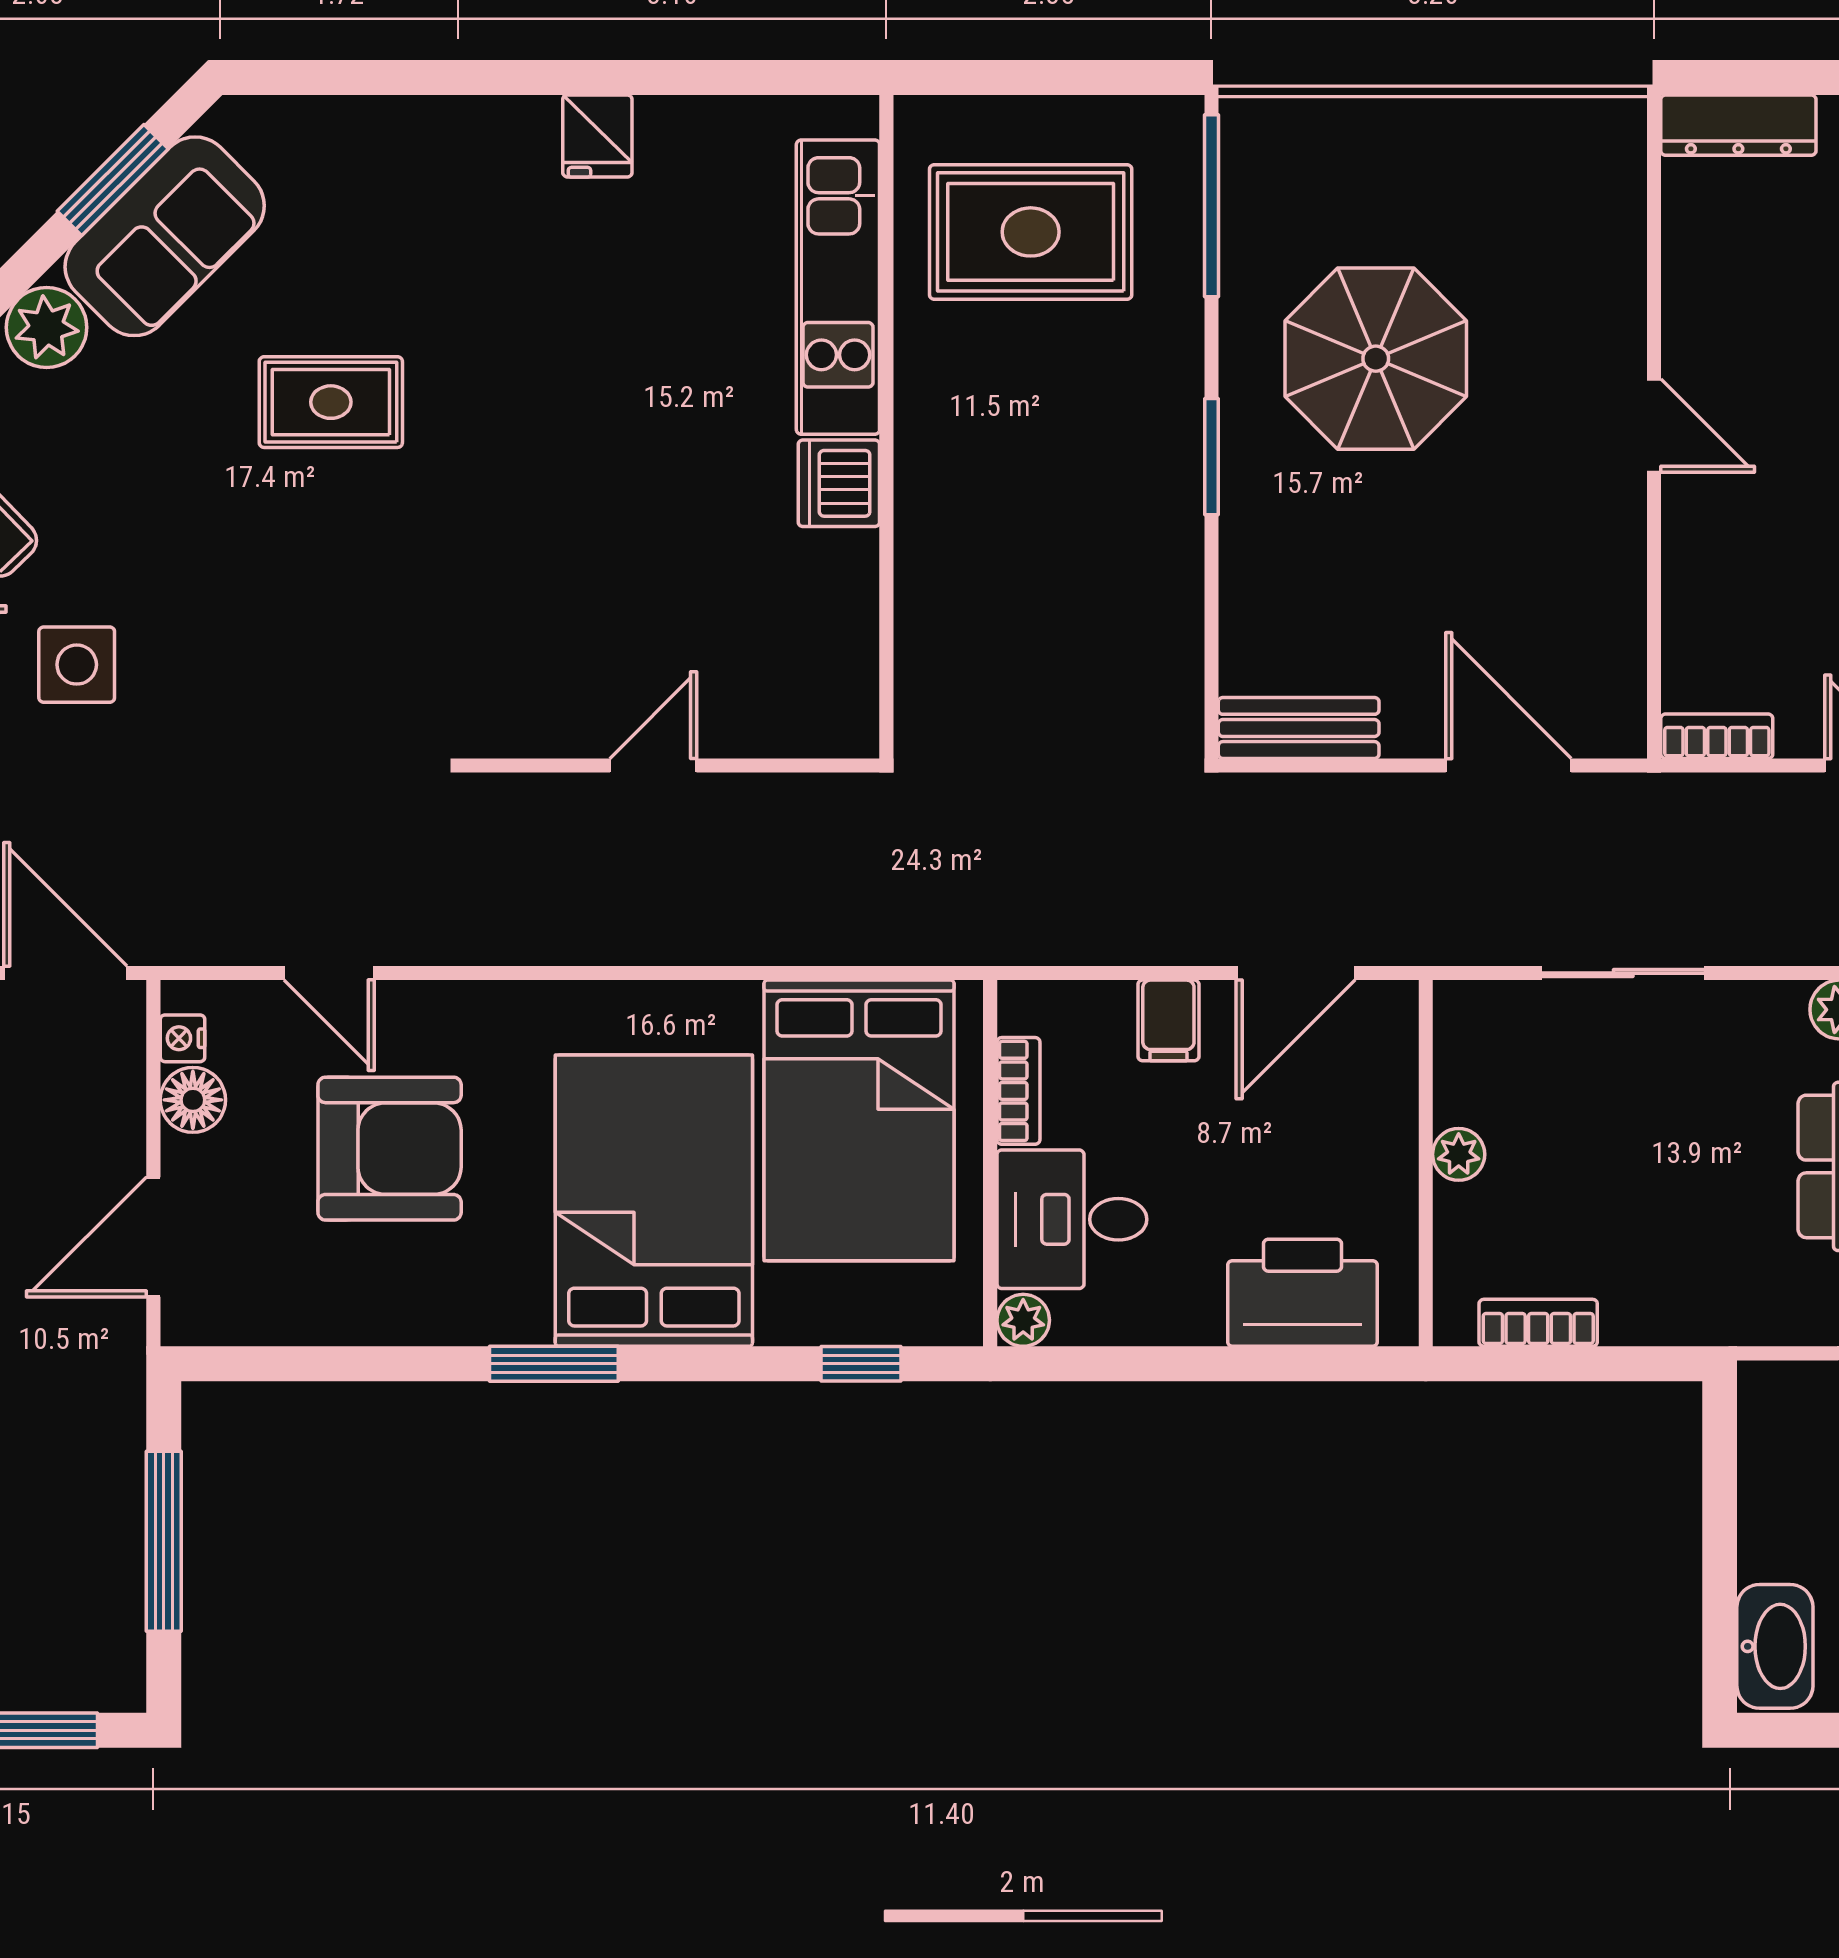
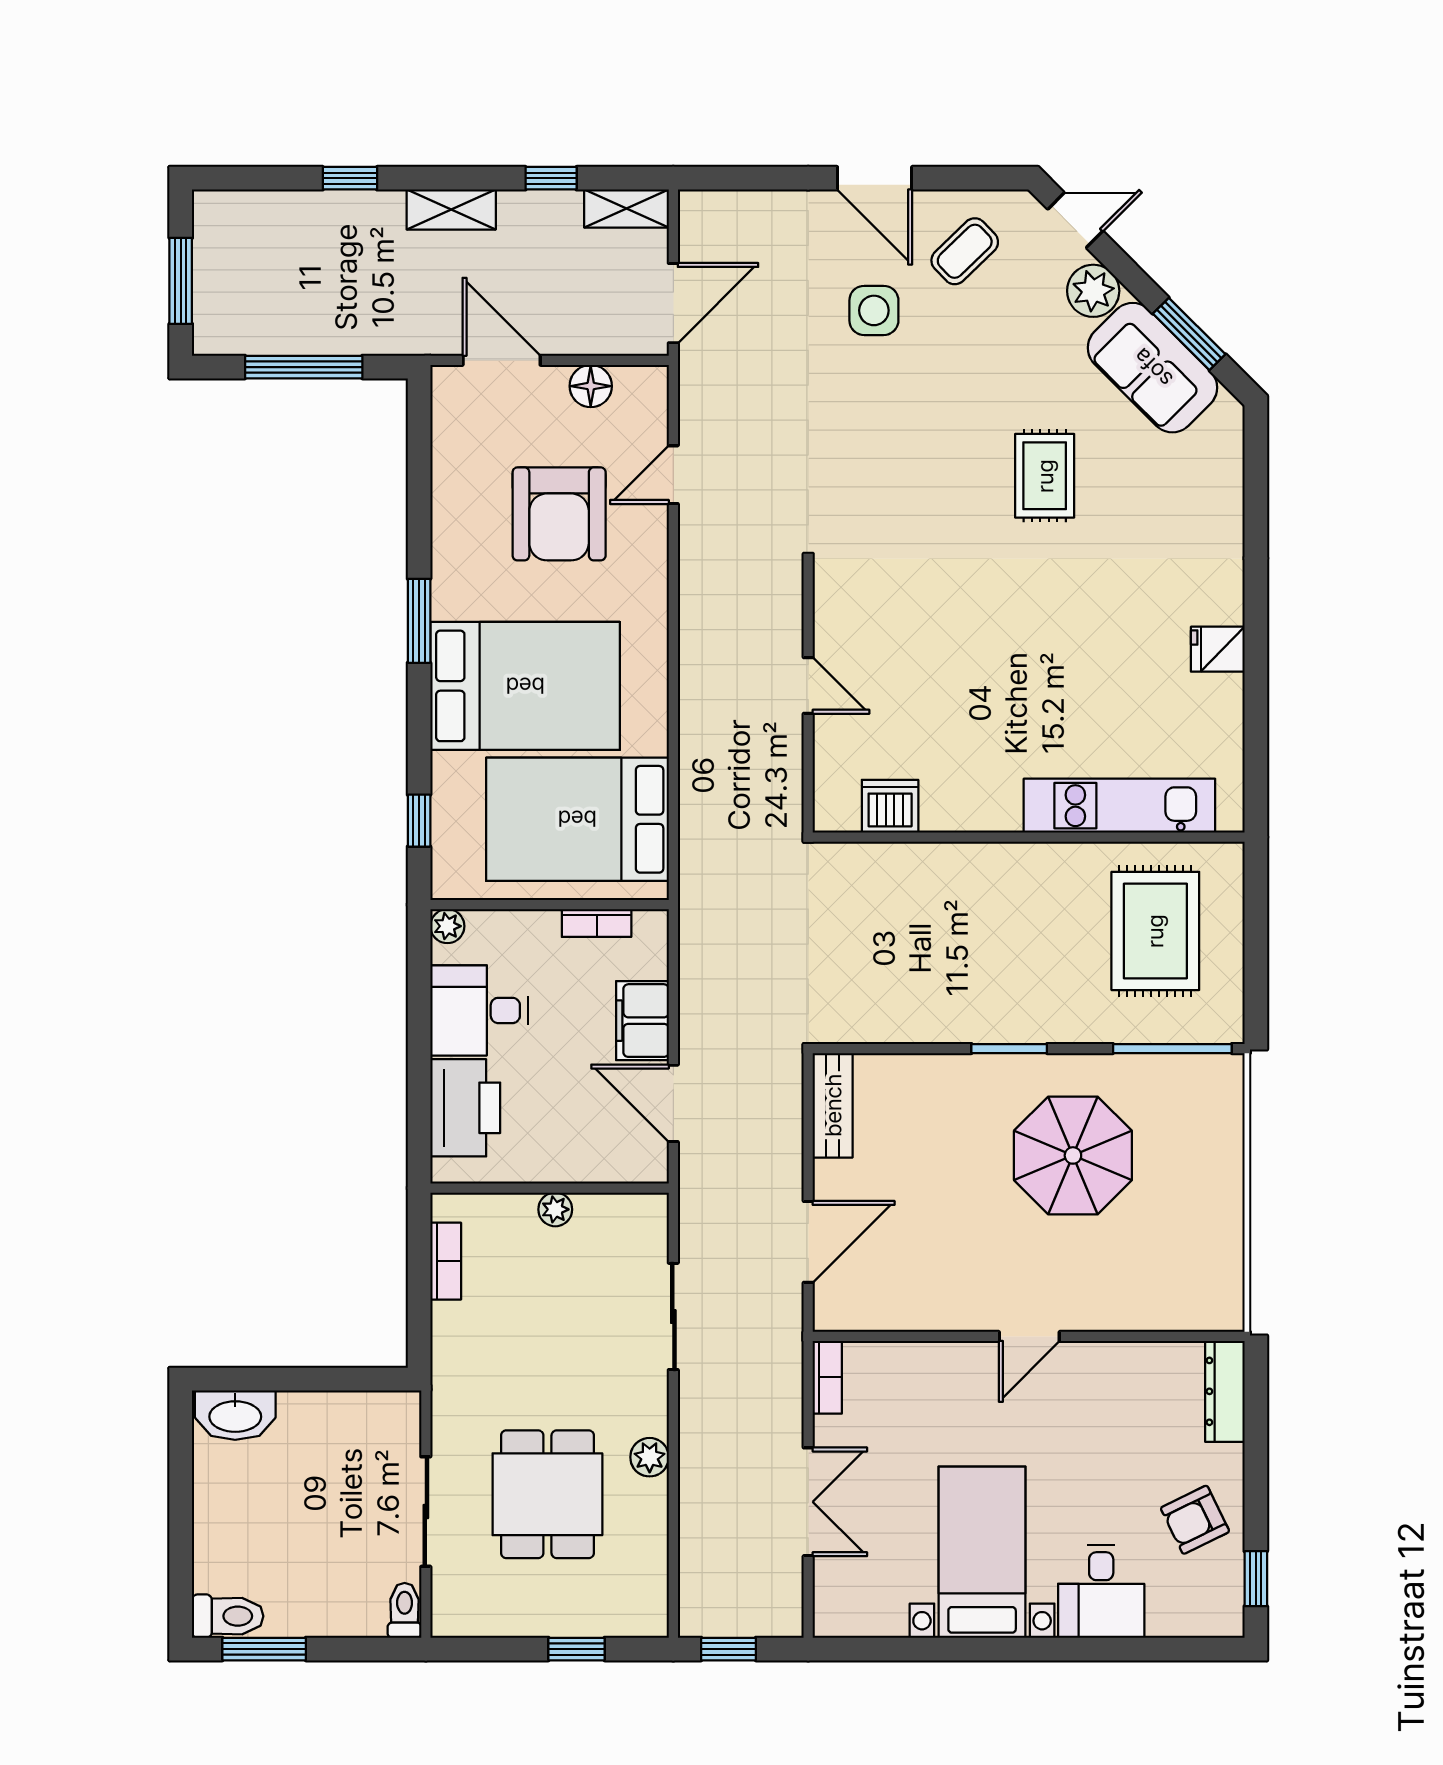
dishwasher: (839, 483) -> (890, 806), moved
filing cabinet: (1168, 1020) -> (642, 1021), width x2.00
nightstand: (182, 1038) -> (631, 379), removed
desk: (1072, 1219) -> (479, 1010), moved, turned -90

